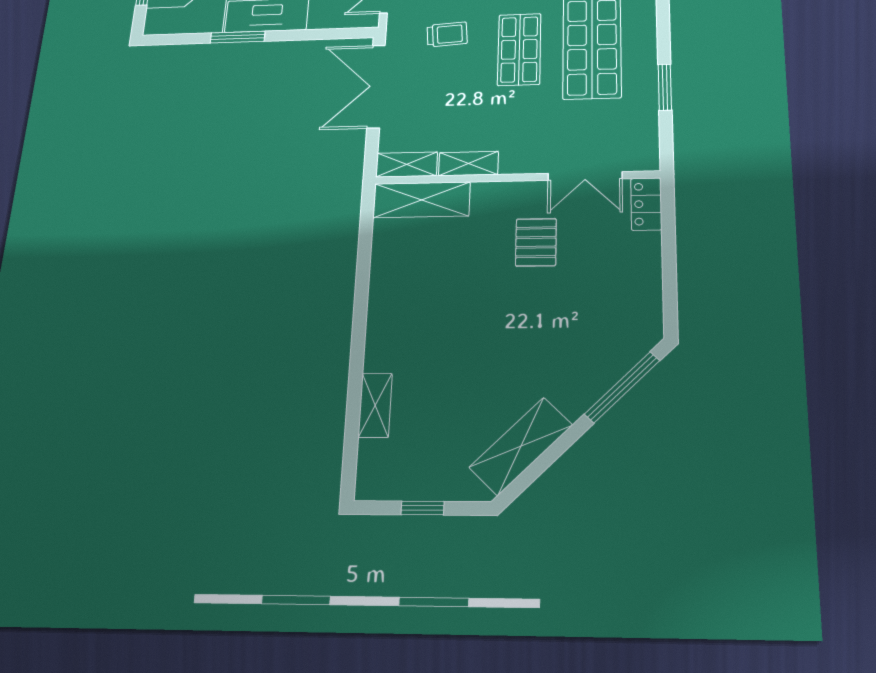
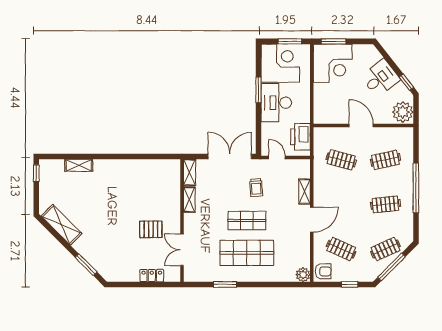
shelving: (422, 200) -> (172, 180), removed
locker: (646, 204) -> (152, 276), moved
window: (622, 387) -> (86, 265), width x0.69
window: (423, 508) -> (36, 173), moved

